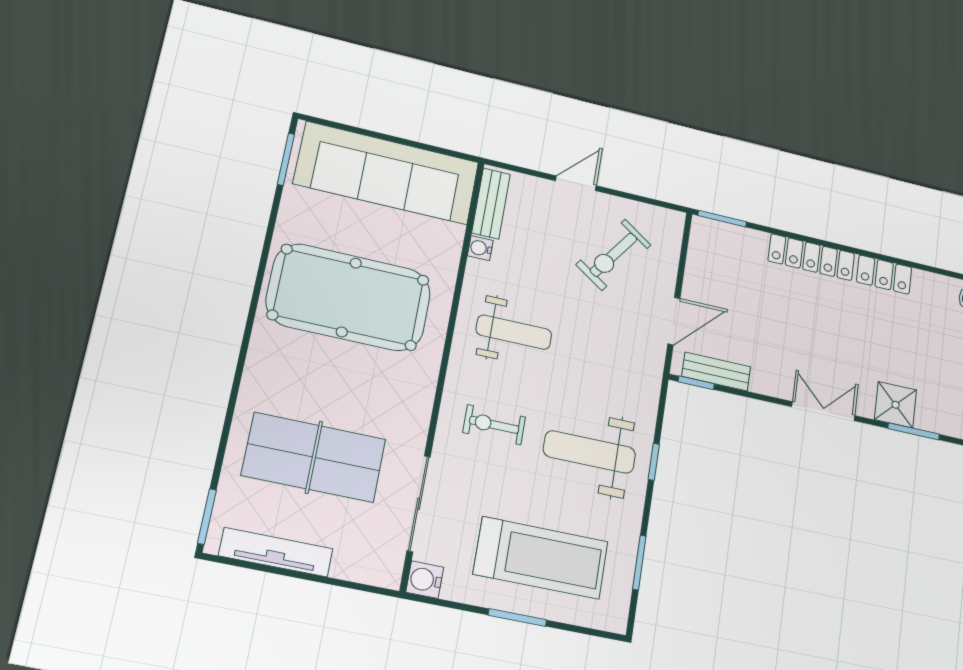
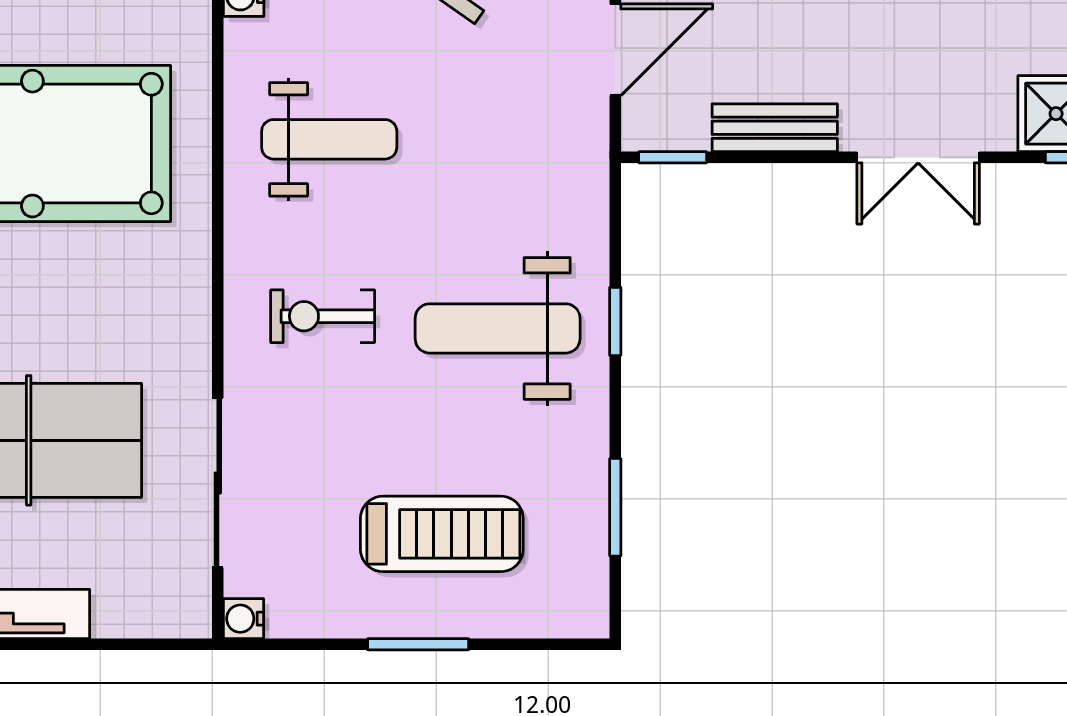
bench: (716, 372) -> (775, 128), moved
double door: (823, 411) -> (918, 157), swing flipped
treadmill: (541, 558) -> (442, 534), width x0.73, depth x0.73
water cooler: (425, 580) -> (243, 619), width x0.72, depth x0.72

